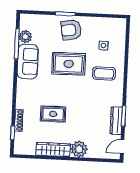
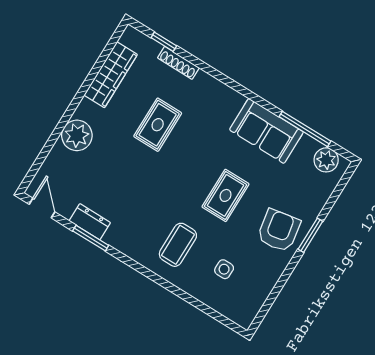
plant: (25, 37) -> (326, 160), moved
rug: (69, 64) -> (225, 195), width x0.73, depth x0.70
dresser: (116, 121) -> (90, 222), width x0.70
wardrobe: (53, 150) -> (111, 75), moved

